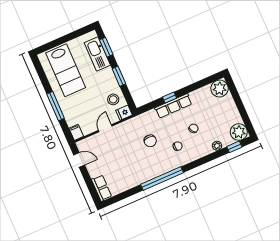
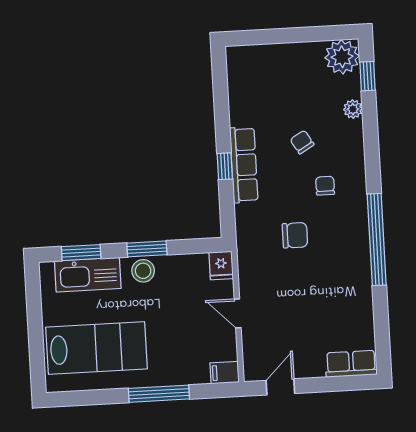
plant: (220, 89) -> (244, 63), removed
stool: (113, 99) -> (143, 271), moved

